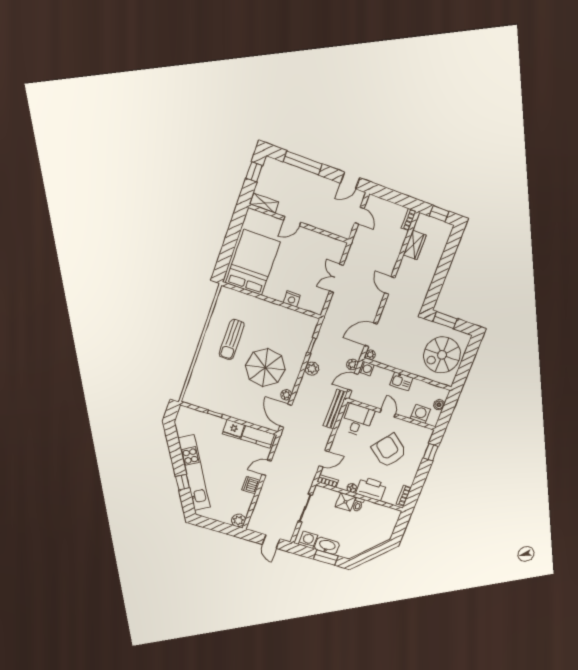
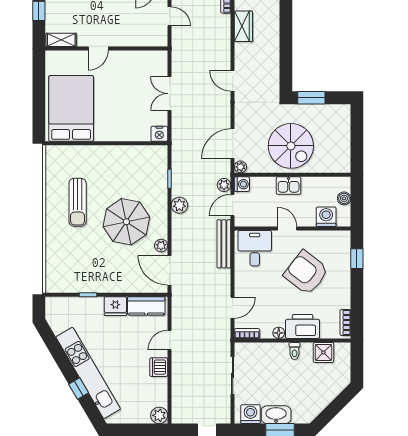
nightstand: (292, 299) -> (159, 134), moved
spiral stairs: (442, 355) -> (291, 146), moved, turned -90
shower: (345, 502) -> (323, 352), moved

